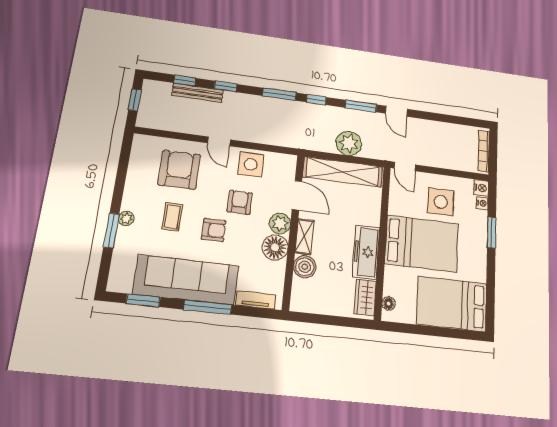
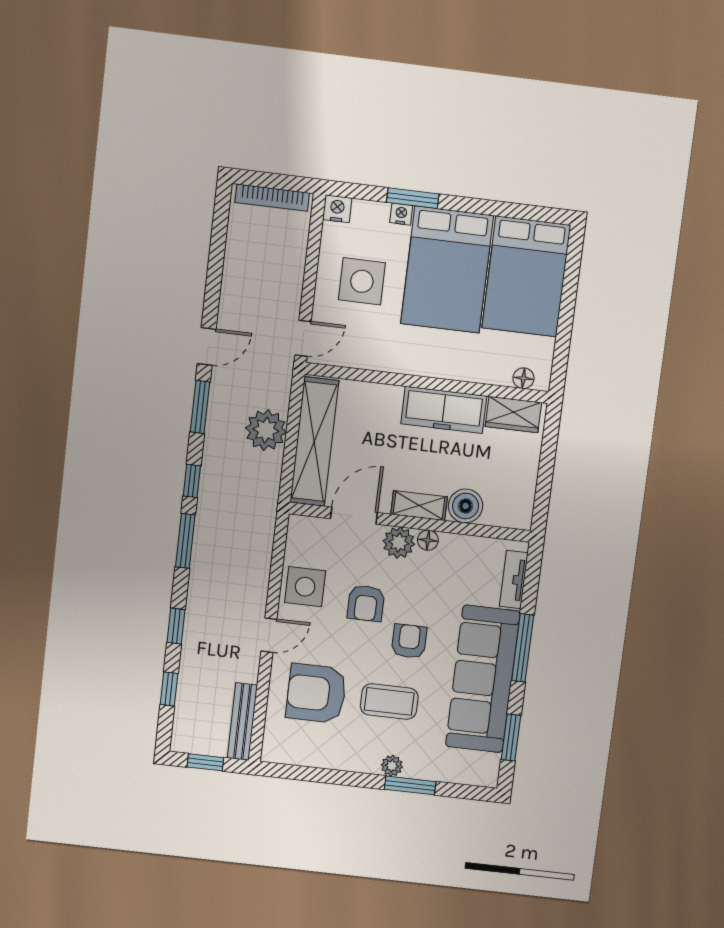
bench: (197, 93) -> (242, 722), moved
armchair: (240, 202) -> (366, 603), turned -90
nightstand: (482, 203) -> (401, 214), moved
coffee table: (172, 217) -> (389, 701), width x1.36, depth x1.30
bed: (422, 244) -> (447, 270), moved, turned 180
floor lamp: (275, 247) -> (428, 540), width x0.53, depth x0.53

